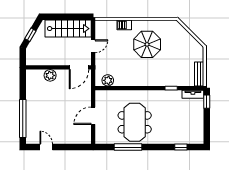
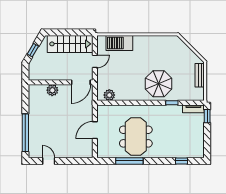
barbecue: (124, 25) -> (119, 43), width x1.88, depth x1.53
parasol: (147, 44) -> (159, 84), moved
bench: (199, 74) -> (200, 75), moved

